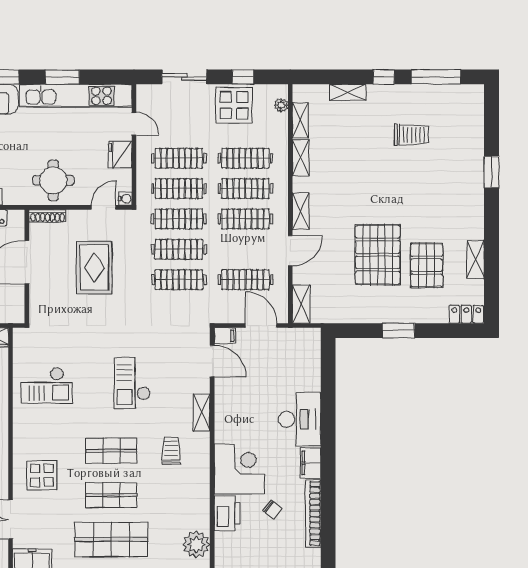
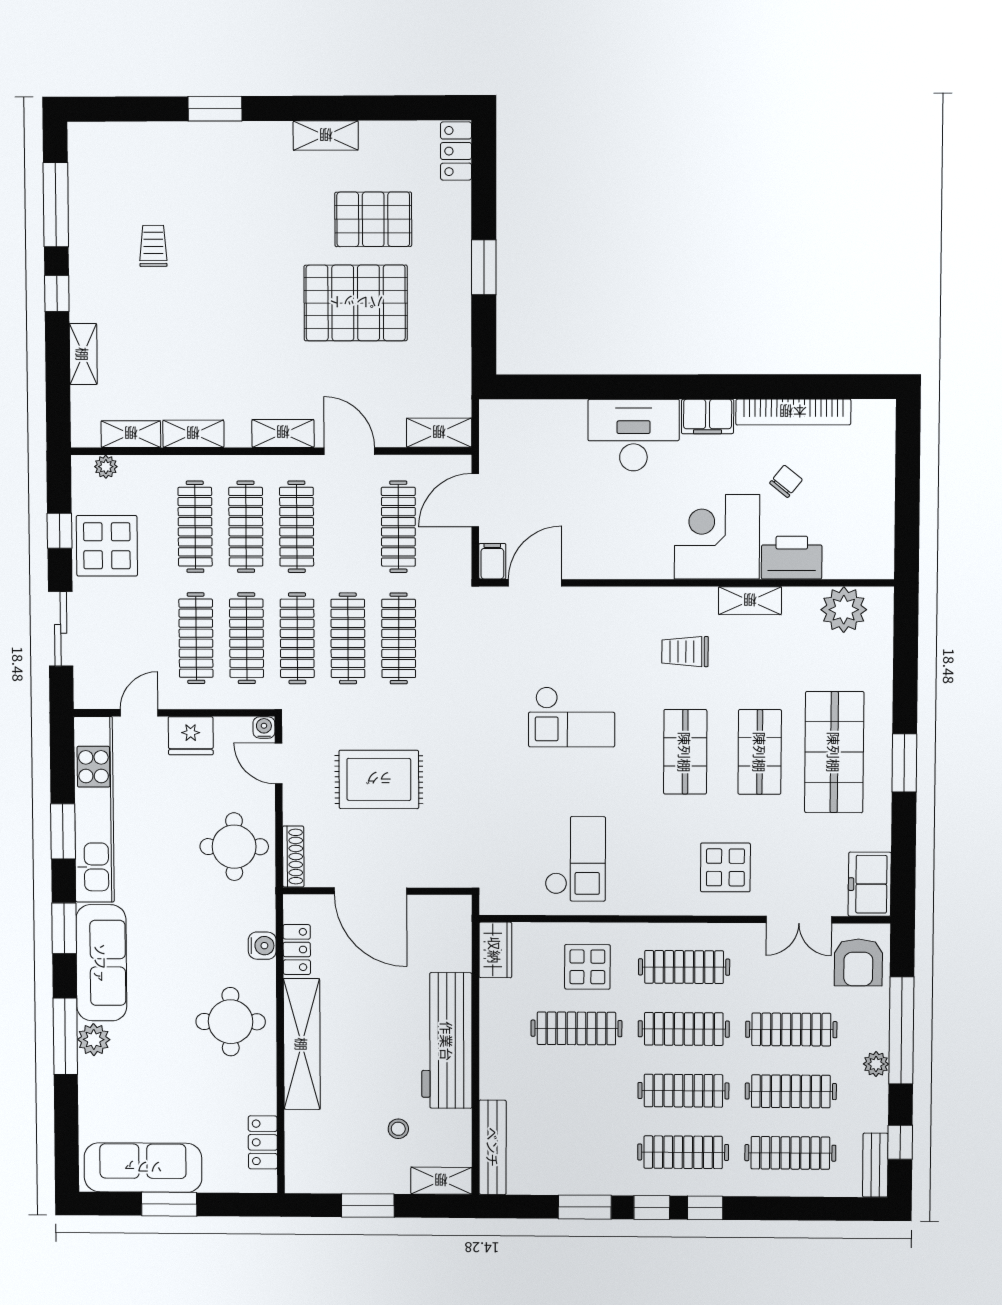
trolley: (411, 135) -> (153, 246), width x0.73, depth x0.72
shelving: (476, 259) -> (326, 136), moved
shelving: (202, 412) -> (750, 601), moved

